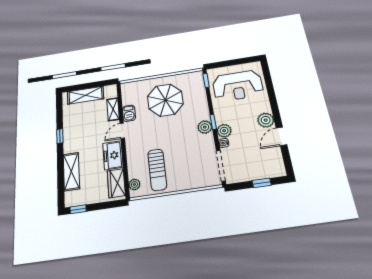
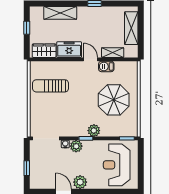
plant: (205, 127) -> (94, 131), moved
plant: (134, 184) -> (41, 66), removed
window: (78, 209) -> (27, 28), moved

